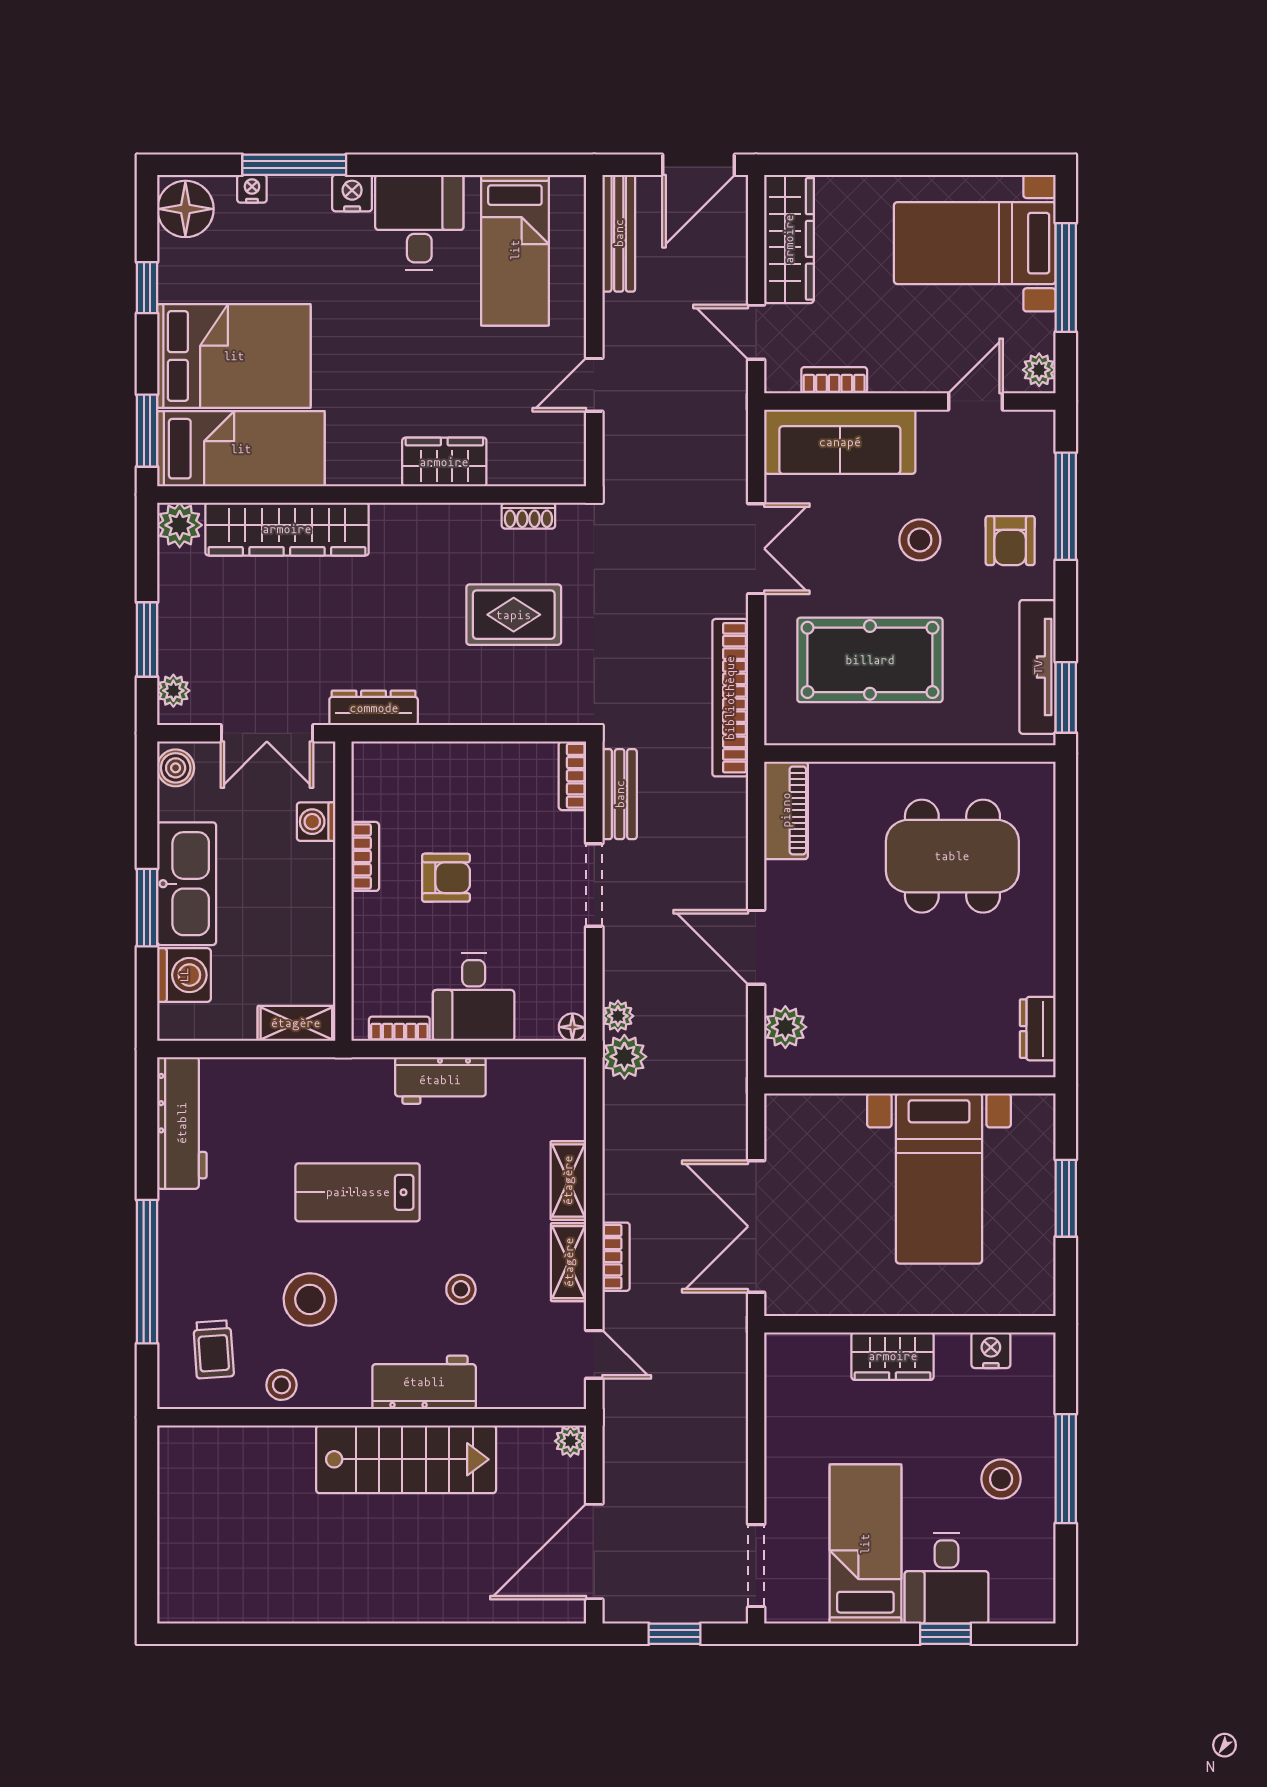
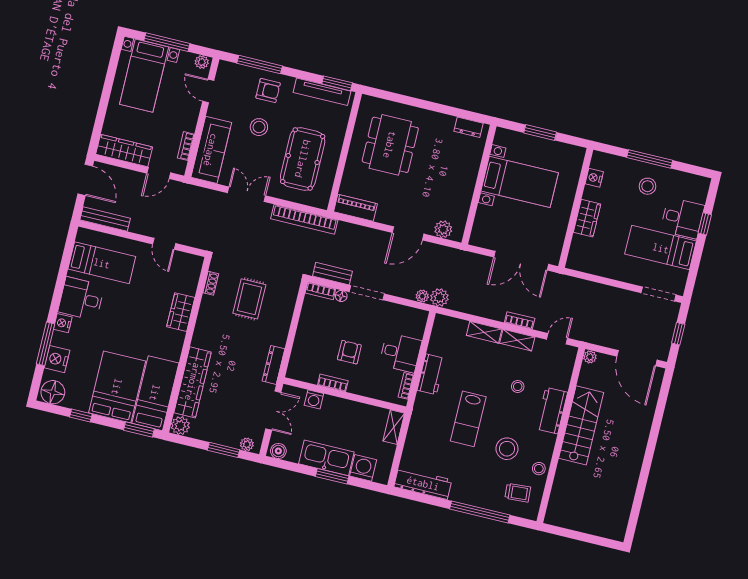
nightstand: (252, 189) -> (57, 359), width x1.89, depth x1.79
floor lamp: (572, 1027) -> (341, 296), moved

